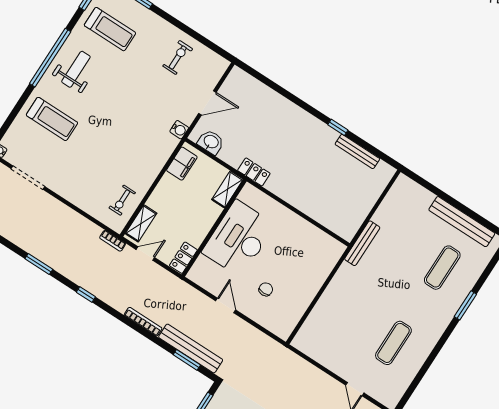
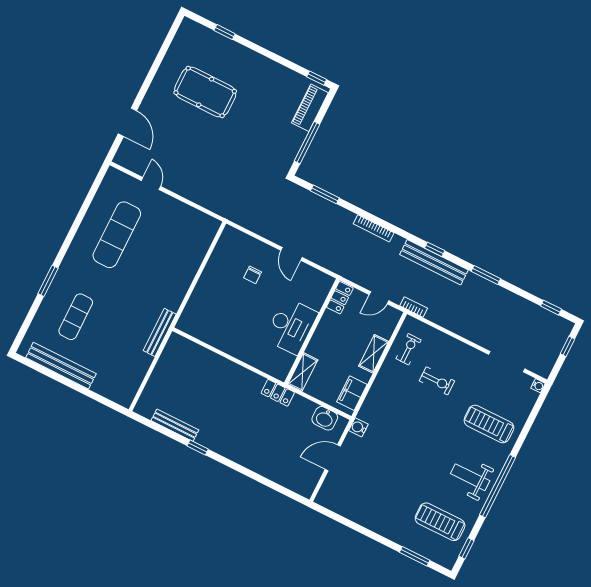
exercise bike: (178, 58) -> (437, 381), moved, turned -90
weight bench: (76, 69) -> (470, 477), turned 90
shelving: (141, 223) -> (374, 354), moved
desk: (238, 238) -> (291, 326), width x0.73, depth x0.77
exercise mat: (393, 343) -> (117, 235), width x1.36, depth x1.45
bench: (191, 348) -> (434, 262), moved

